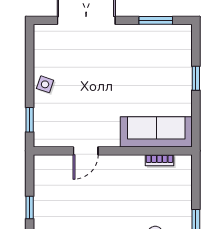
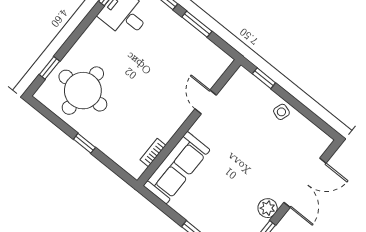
plant: (130, 34) -> (268, 208), added
window: (30, 207) -> (197, 24), width x1.50

